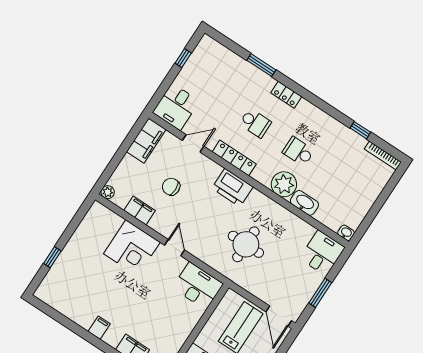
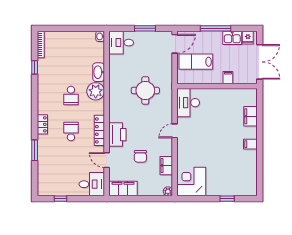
printer: (232, 188) -> (117, 135), moved
corner desk: (132, 248) -> (191, 182), moved, turned -90

